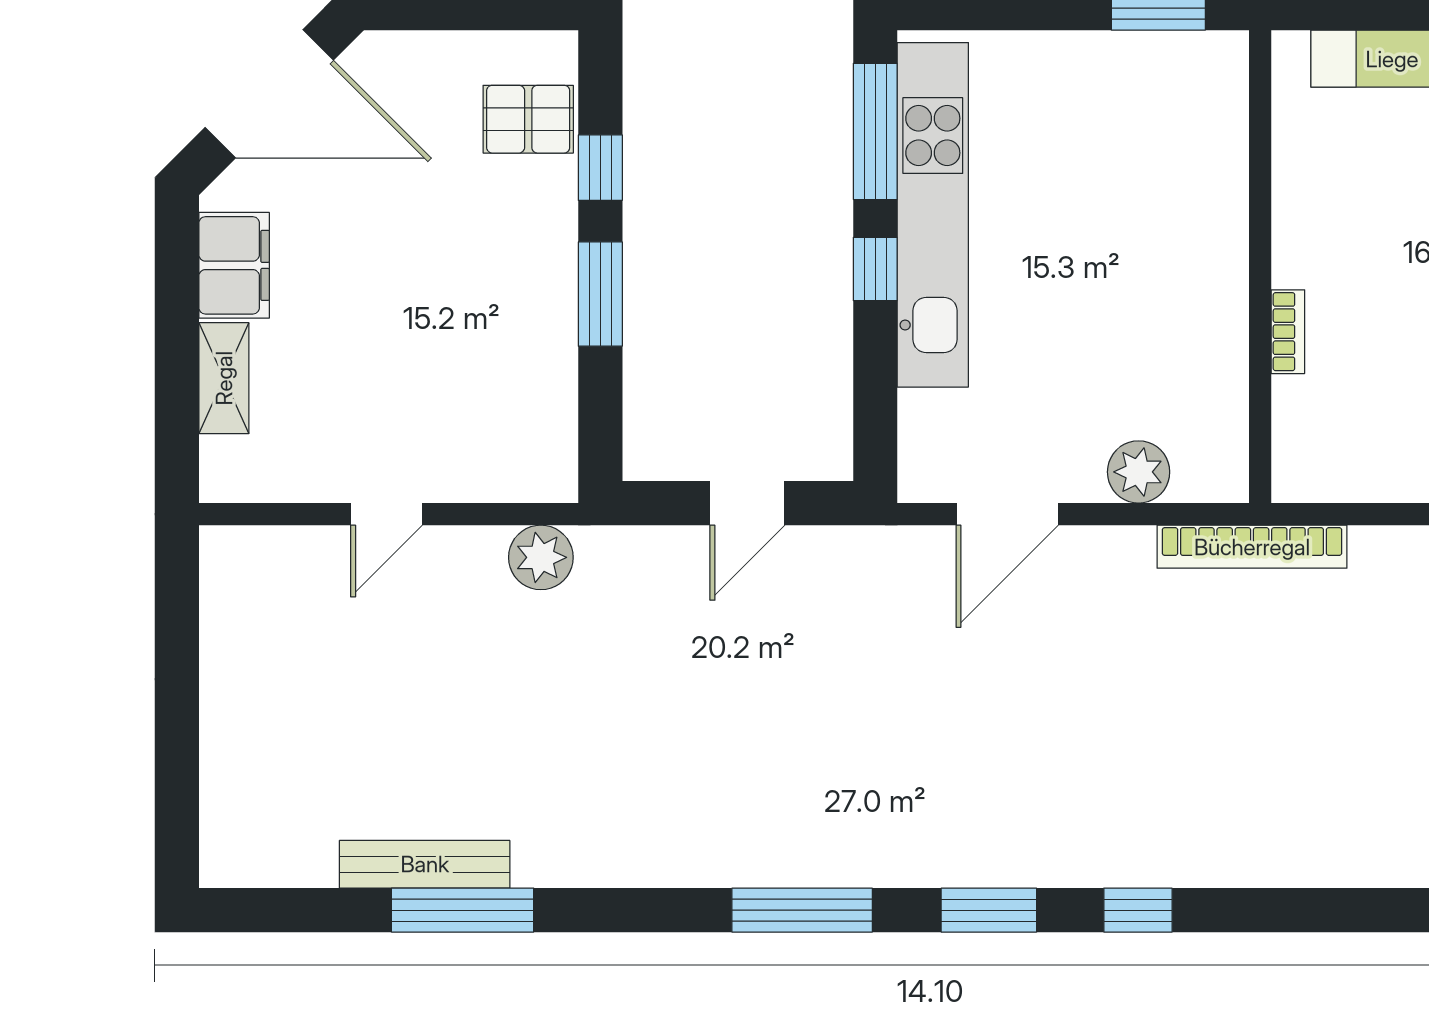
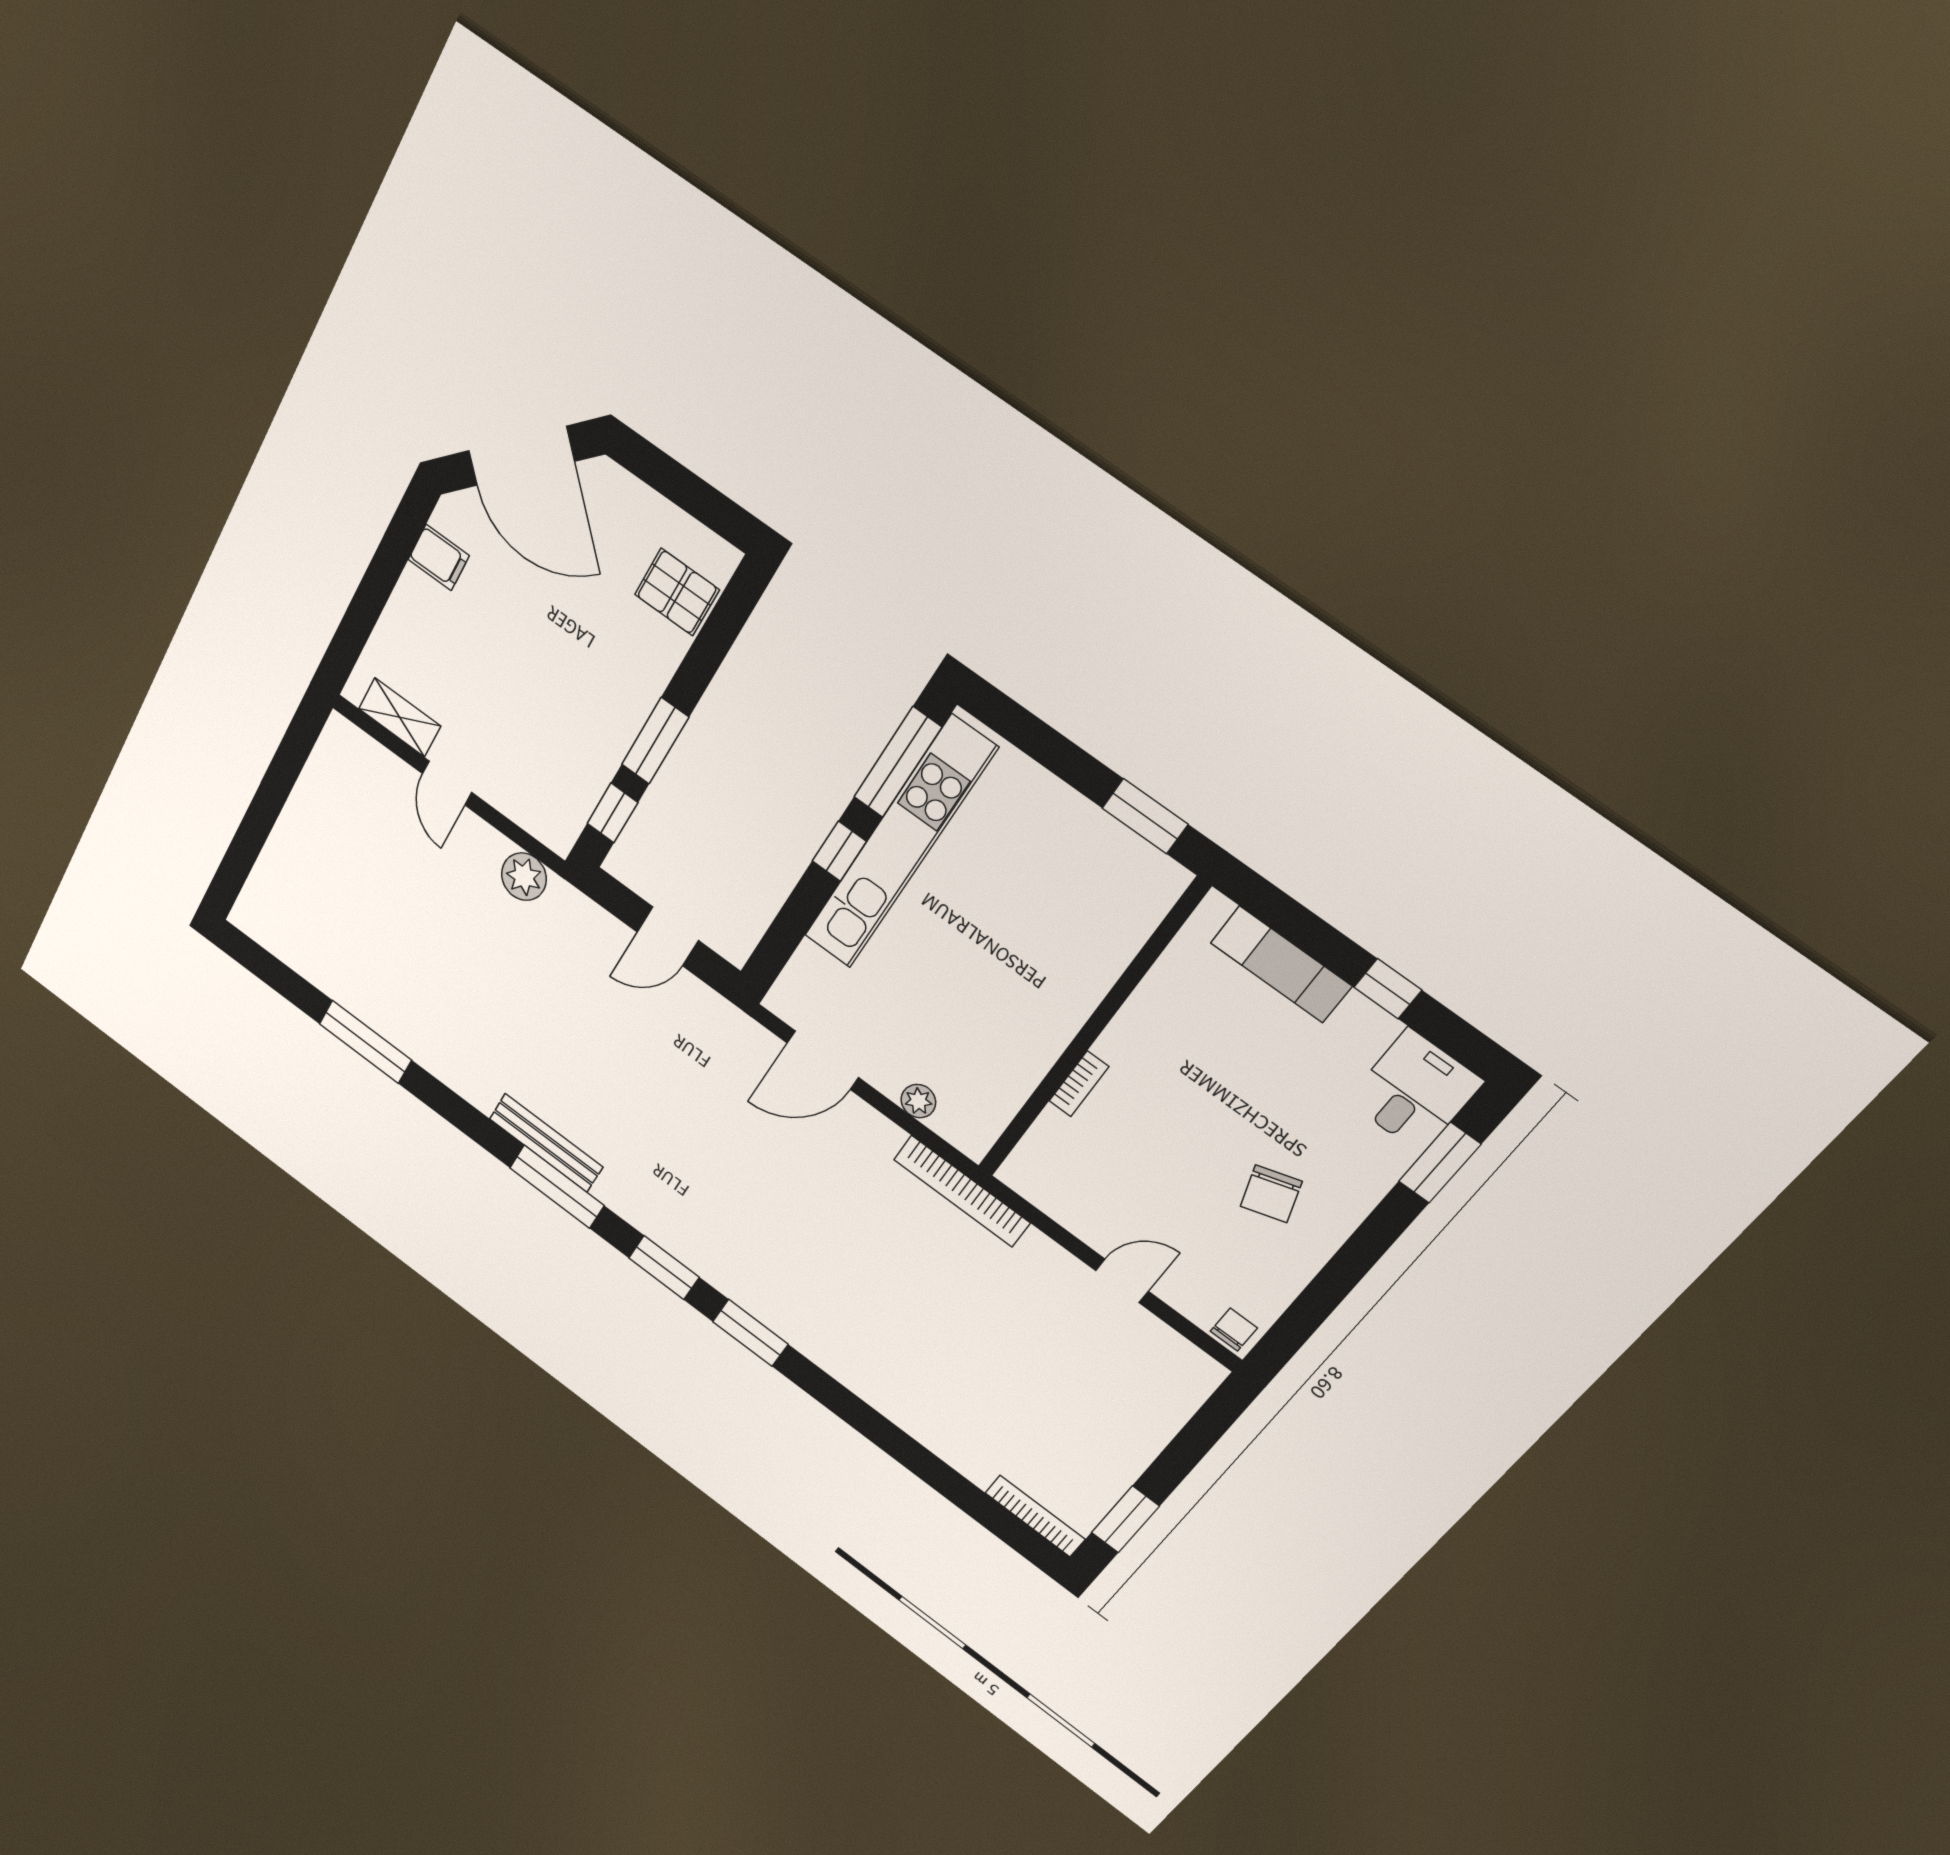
window: (600, 168) -> (612, 813), moved
filing cabinet: (234, 265) -> (439, 557), width x0.50
shelving: (224, 378) -> (400, 717), moved, turned 90
plant: (1139, 472) -> (918, 1101), width x0.73, depth x0.73
door: (387, 514) -> (447, 783), hinge flipped
bench: (425, 864) -> (546, 1143), moved
window: (1138, 910) -> (750, 1333), width x1.50

